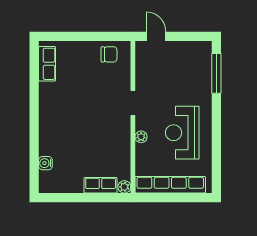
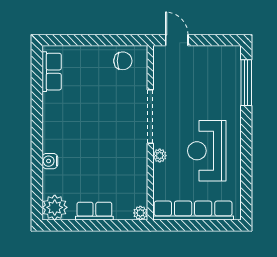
doorway: (133, 103) -> (150, 116), width x1.88
water cooler: (45, 163) -> (50, 161), moved
plant: (50, 182) -> (55, 207), added
row of seats: (101, 185) -> (94, 211), moved

